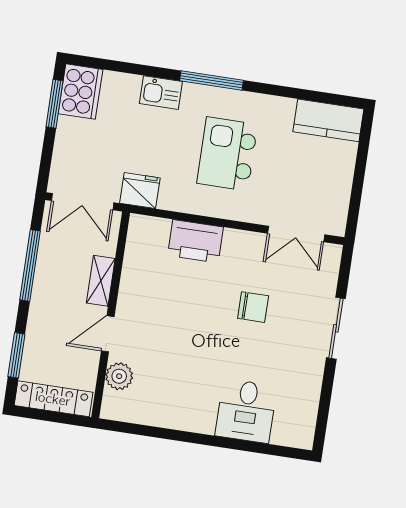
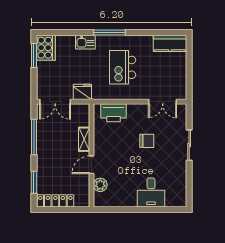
shelving: (101, 281) -> (84, 139), moved
wall: (111, 315) -> (91, 155), moved
door: (108, 334) -> (91, 165), moved
plant: (119, 376) -> (100, 185), moved

